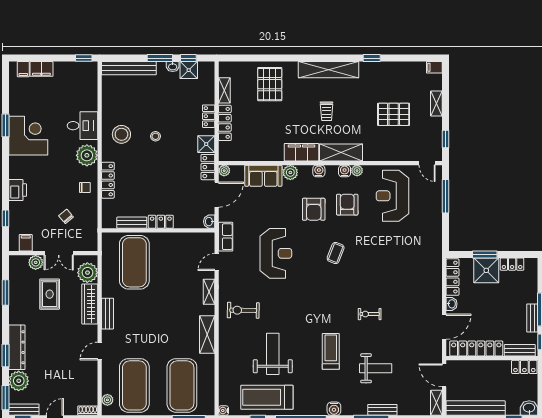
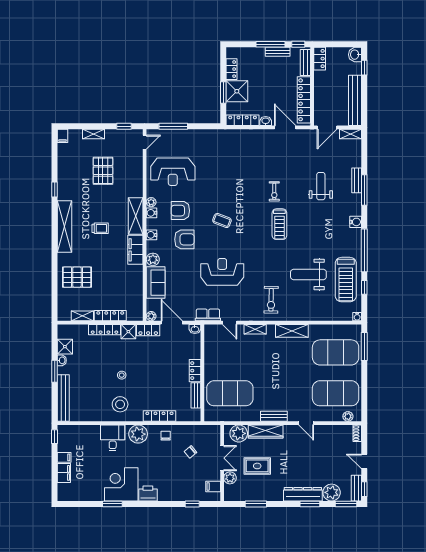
window: (188, 58) -> (55, 347), removed
filing cabinet: (23, 69) -> (64, 457), moved
locker: (209, 116) -> (104, 330), width x1.53
printer: (18, 190) -> (148, 493), moved
treadmill: (331, 351) -> (279, 224), moved, turned -90

